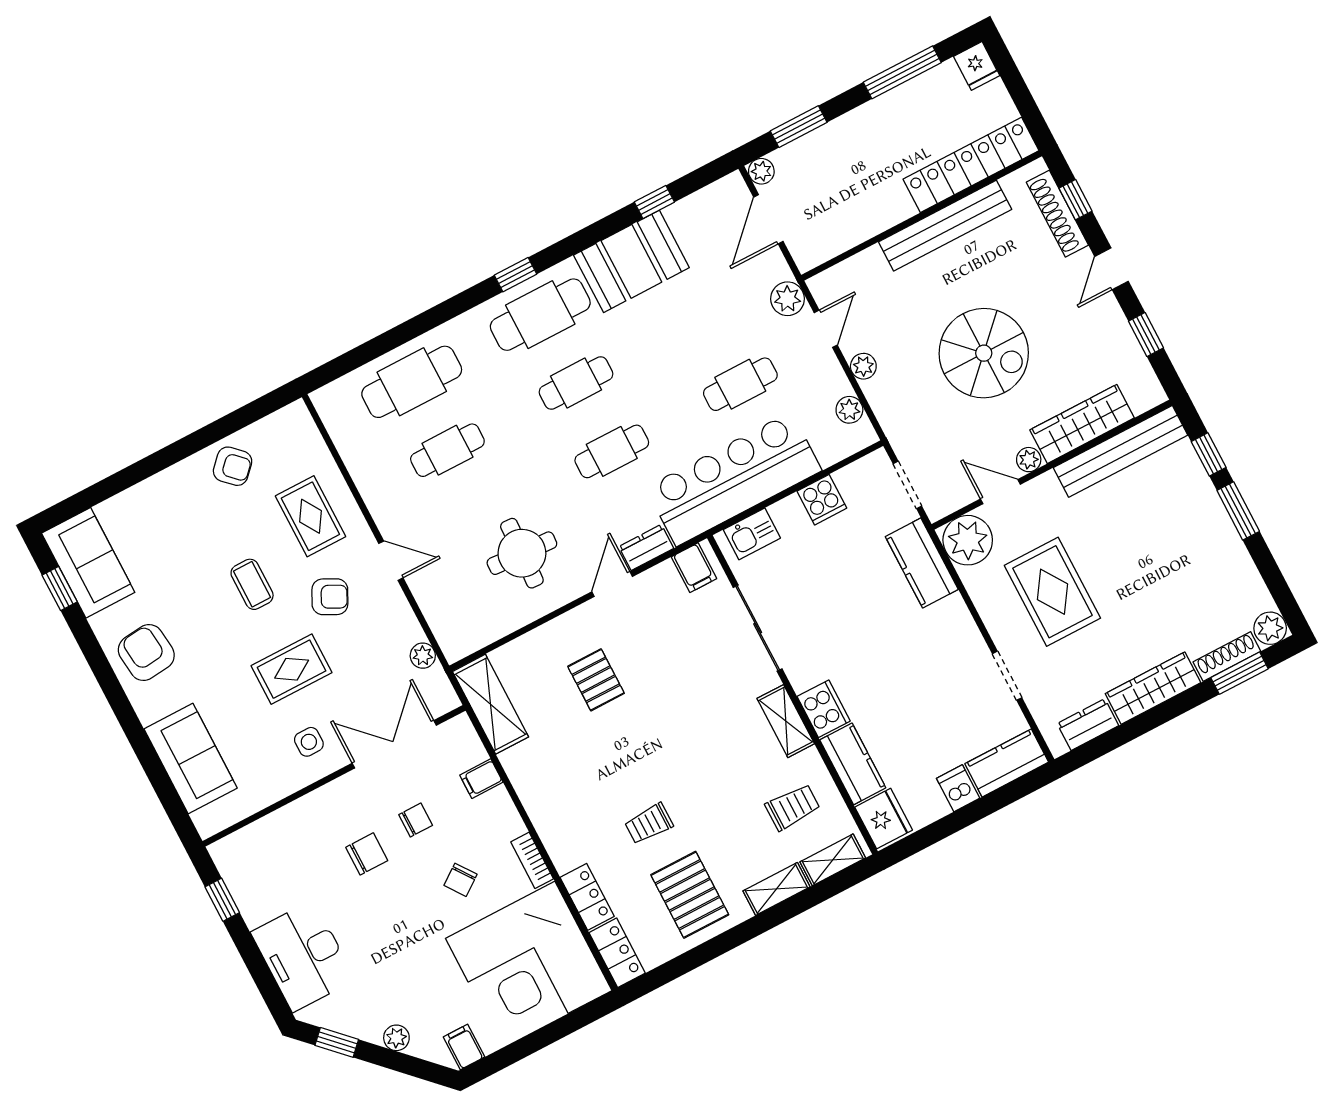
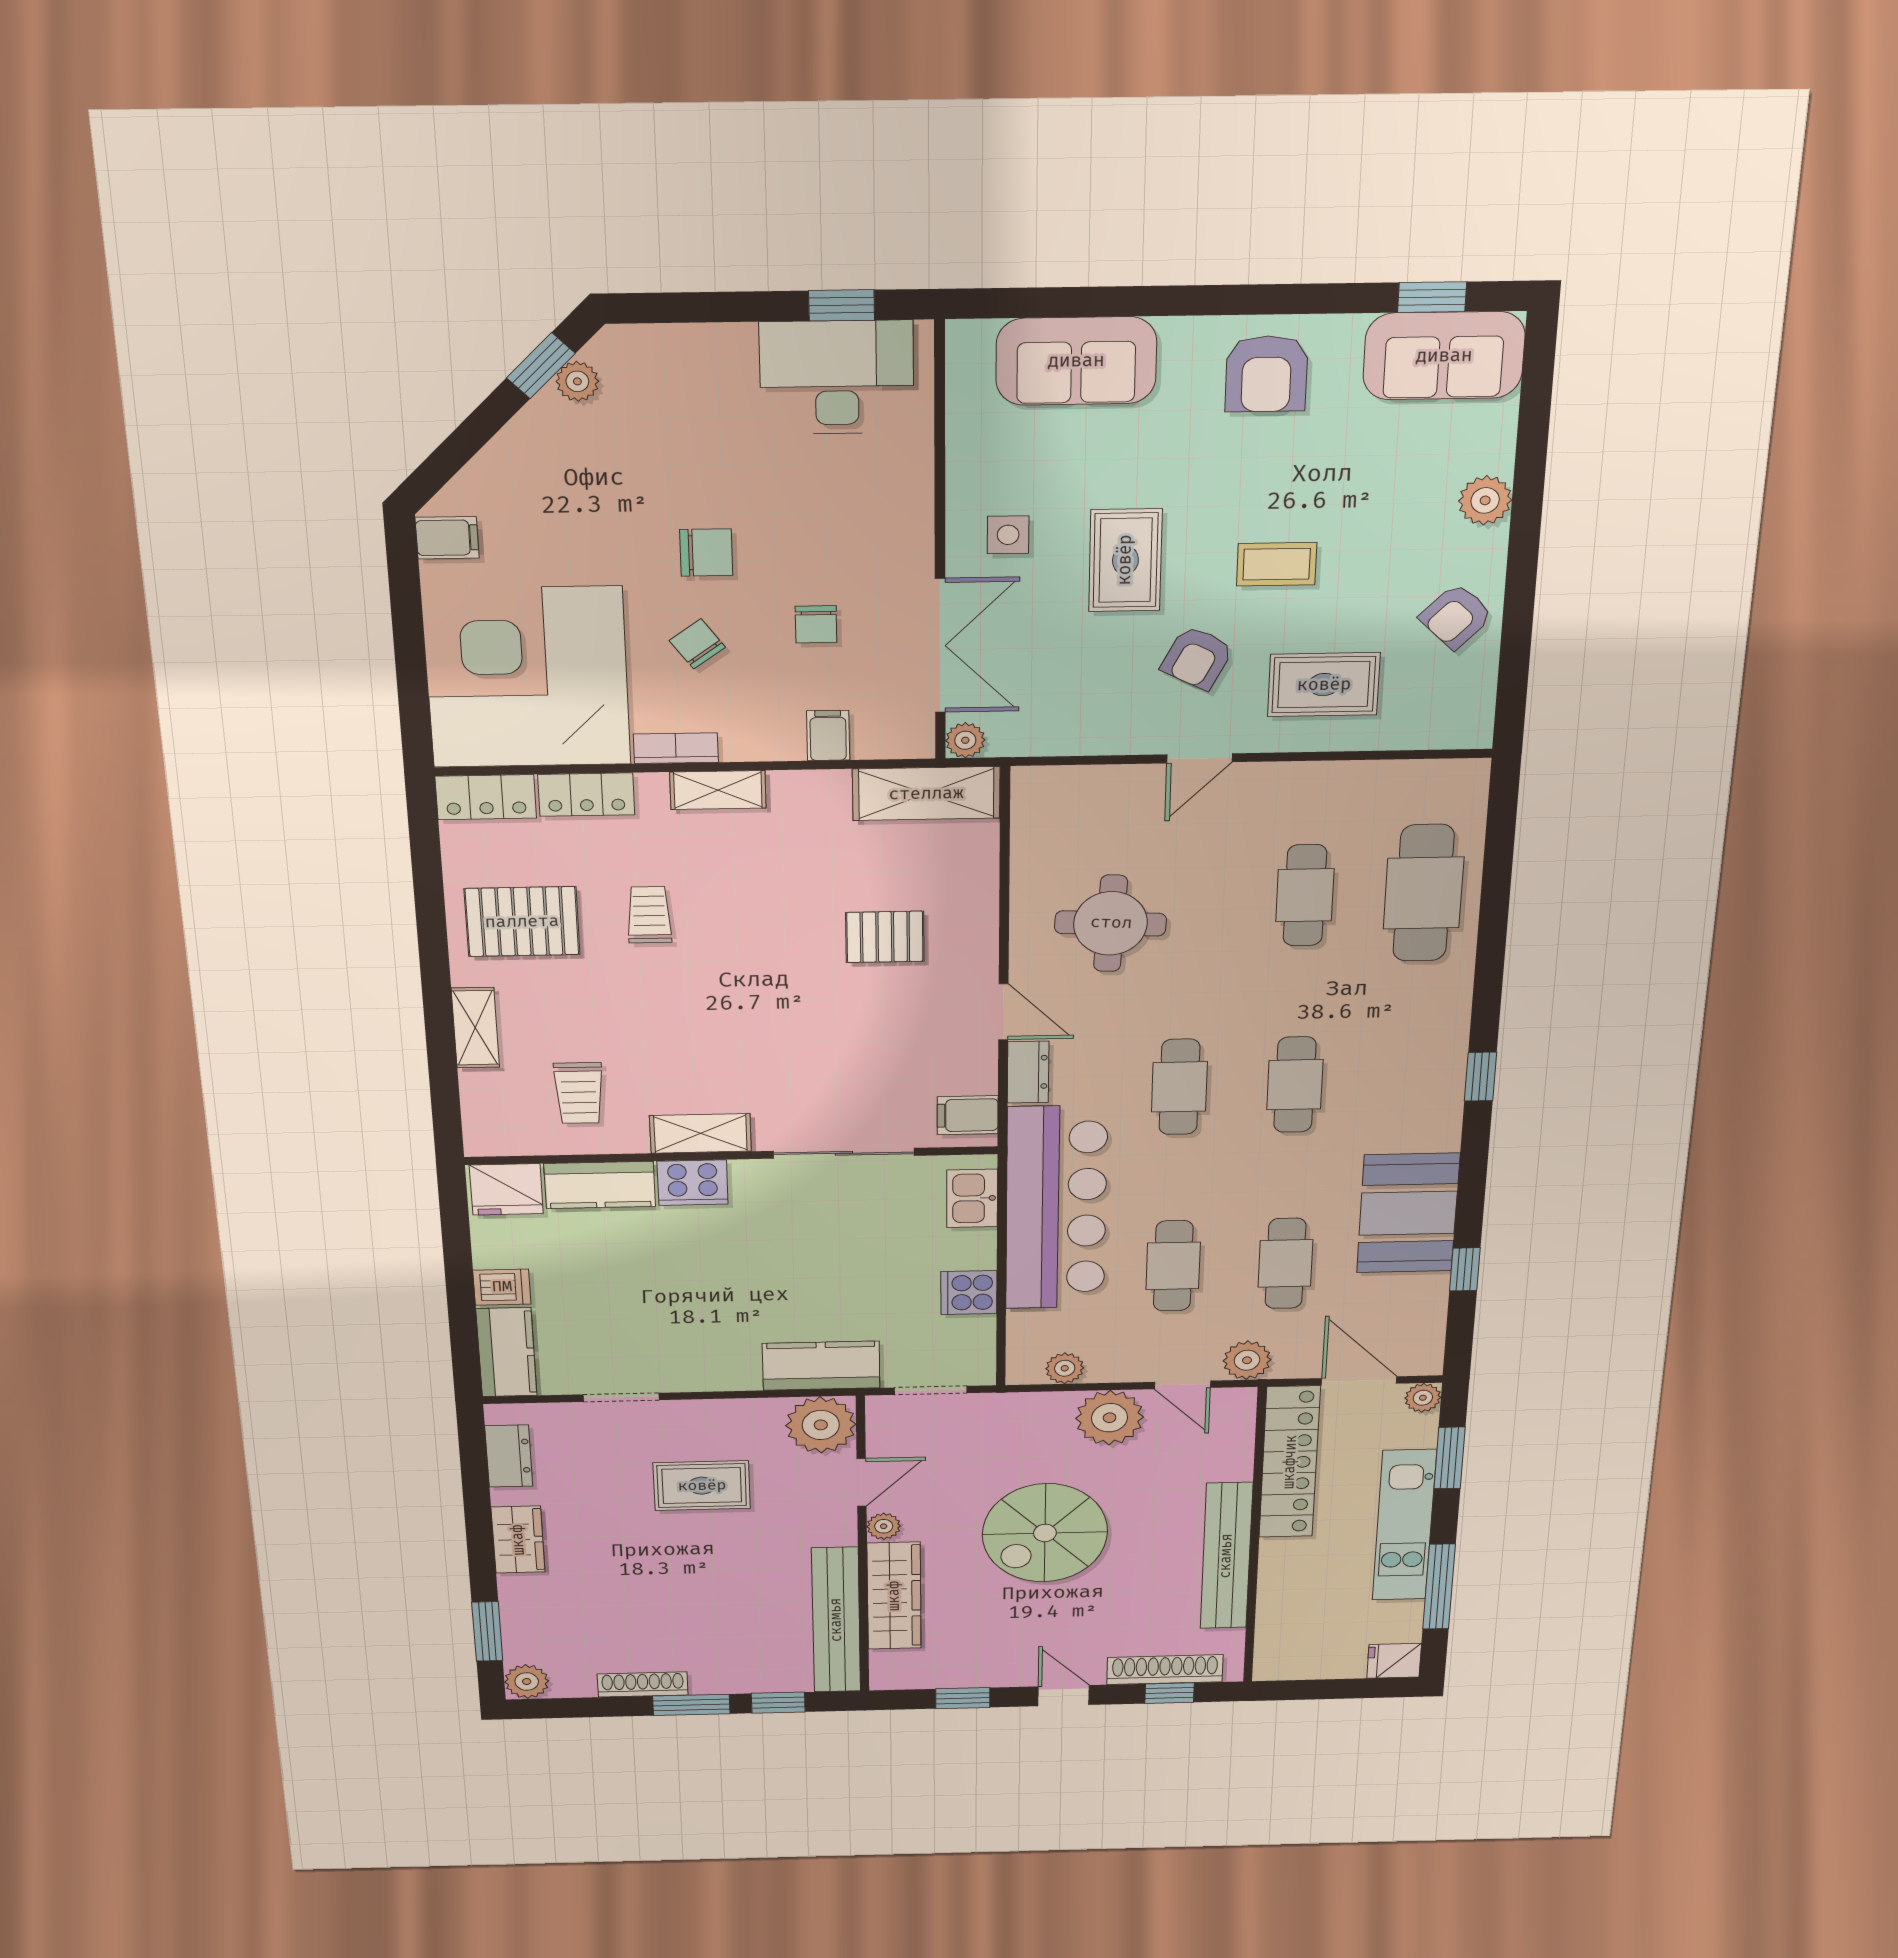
kitchen unit: (865, 124) -> (1404, 1525), added
locker: (971, 165) -> (1290, 1462), moved
cafe table: (540, 315) -> (1285, 1263), moved, width x0.73, depth x0.74
plant: (863, 366) -> (1110, 1418), width x1.87, depth x1.87
plant: (158, 491) -> (1485, 500), added
rug: (1052, 592) -> (702, 1486), width x0.73, depth x0.70
armchair: (146, 653) -> (1266, 374), turned 96
plant: (423, 656) -> (965, 740), moved
shoe rack: (1227, 657) -> (643, 1684), moved, turned -90
wardrobe: (1153, 688) -> (518, 1540), width x0.67
chair: (367, 854) -> (706, 552), moved, turned -90
shelving: (833, 860) -> (718, 790), moved, turned 90
desk: (303, 956) -> (837, 377), moved
plant: (396, 1038) -> (577, 381), moved

